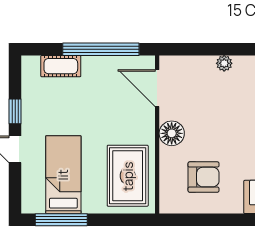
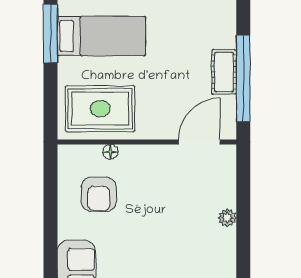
cot: (61, 66) -> (224, 72), moved
floor lamp: (172, 133) -> (110, 152), moved, width x0.53, depth x0.53

